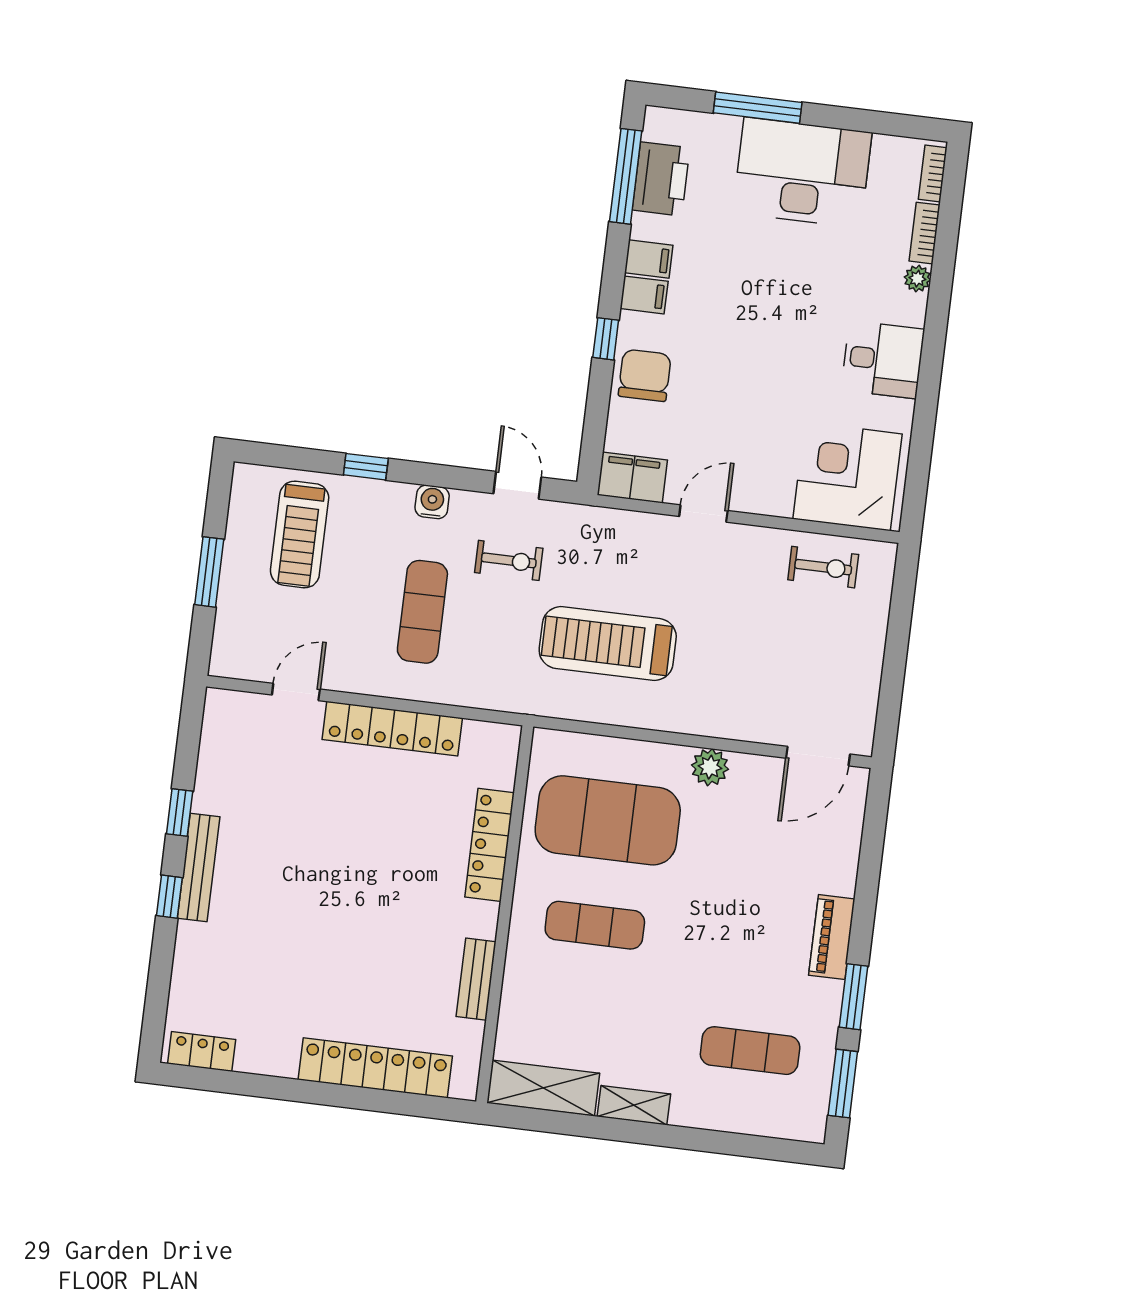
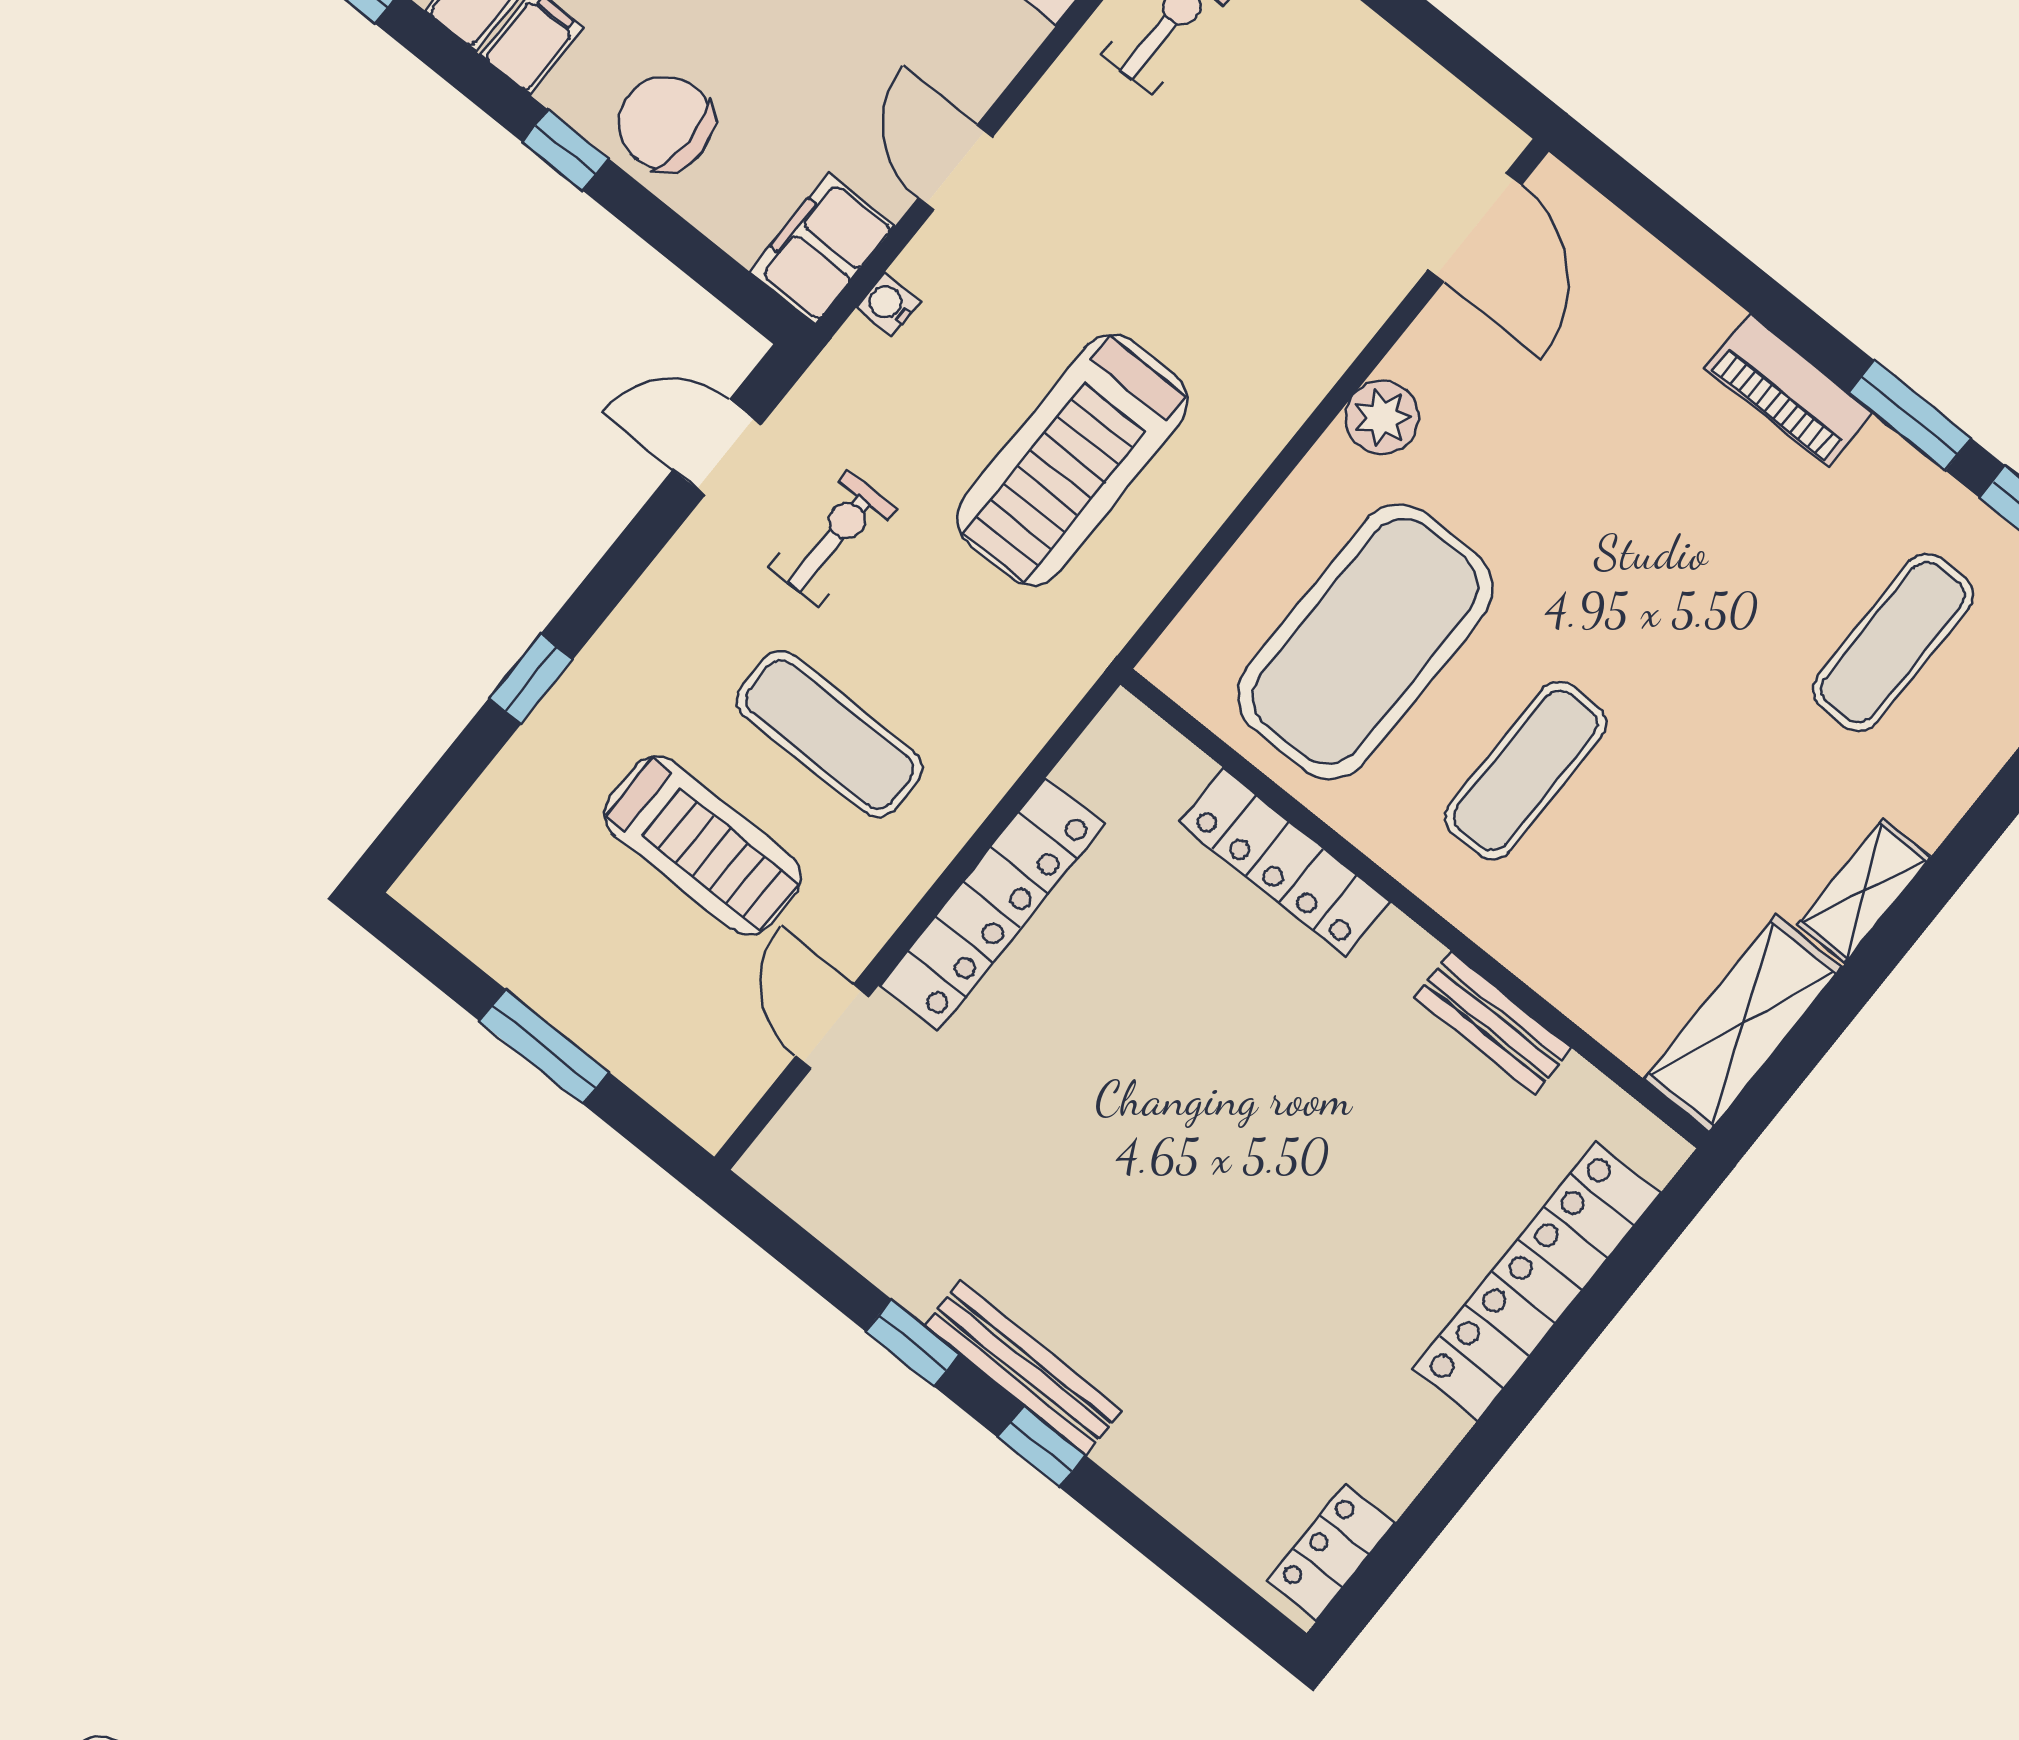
water cooler: (432, 502) -> (888, 304), moved, width x0.72, depth x0.72
treadmill: (300, 534) -> (703, 845), moved

